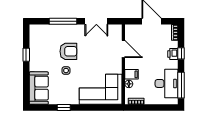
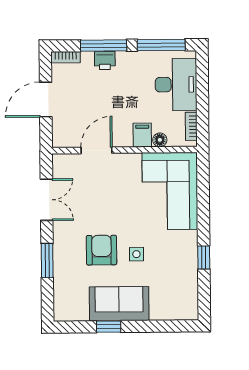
window: (63, 21) -> (47, 260), width x0.69
window: (181, 53) -> (104, 45), width x2.17
desk: (167, 83) -> (176, 85), moved, turned 90
sofa: (39, 88) -> (119, 304), moved

